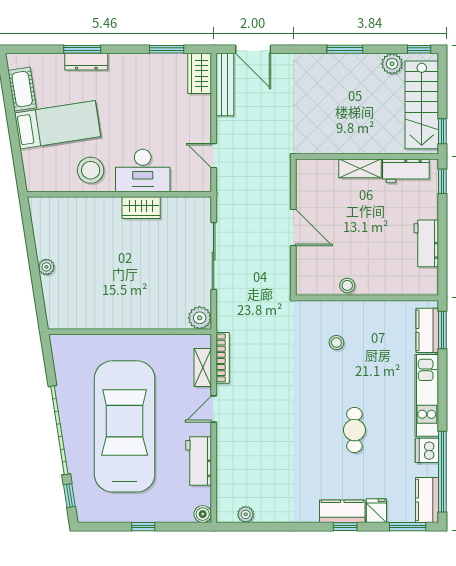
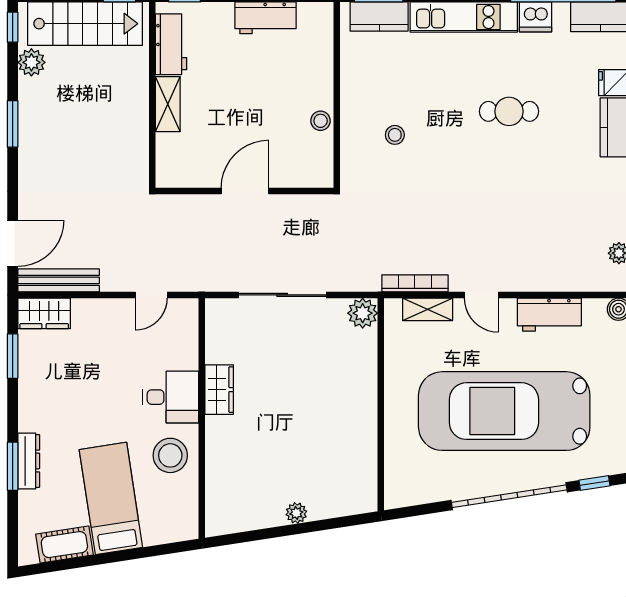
desk: (143, 171) -> (171, 397), width x0.73

